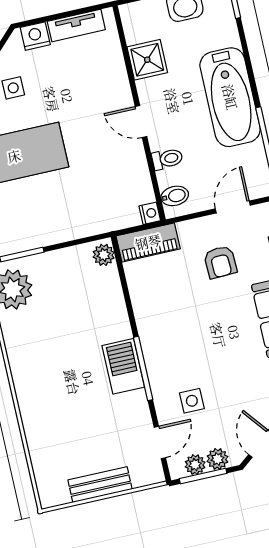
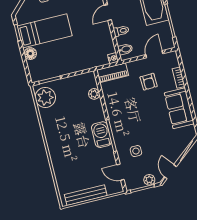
door: (141, 122) -> (108, 13), hinge flipped
plant: (104, 255) -> (94, 94), moved
door: (160, 443) -> (120, 172), swing flipped
plant: (195, 465) -> (138, 183), removed
bench: (100, 485) -> (86, 195), width x1.36

